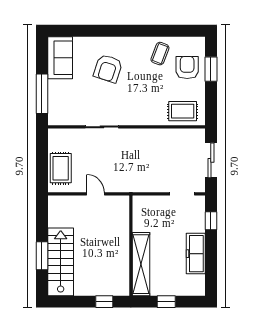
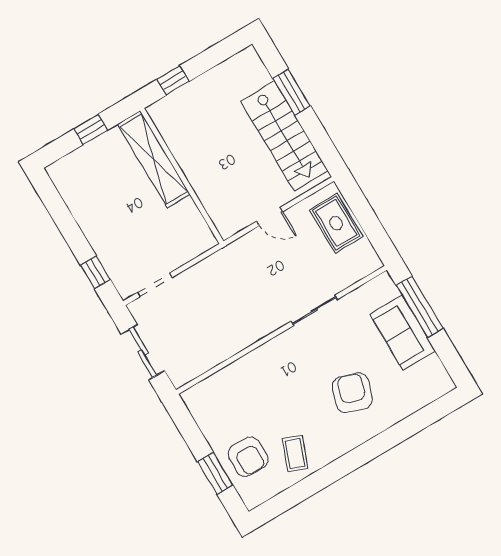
sofa: (60, 58) -> (402, 333), moved
rug: (183, 111) -> (220, 395), removed
freezer: (196, 254) -> (90, 217), removed
stairs: (61, 262) -> (284, 136), moved

